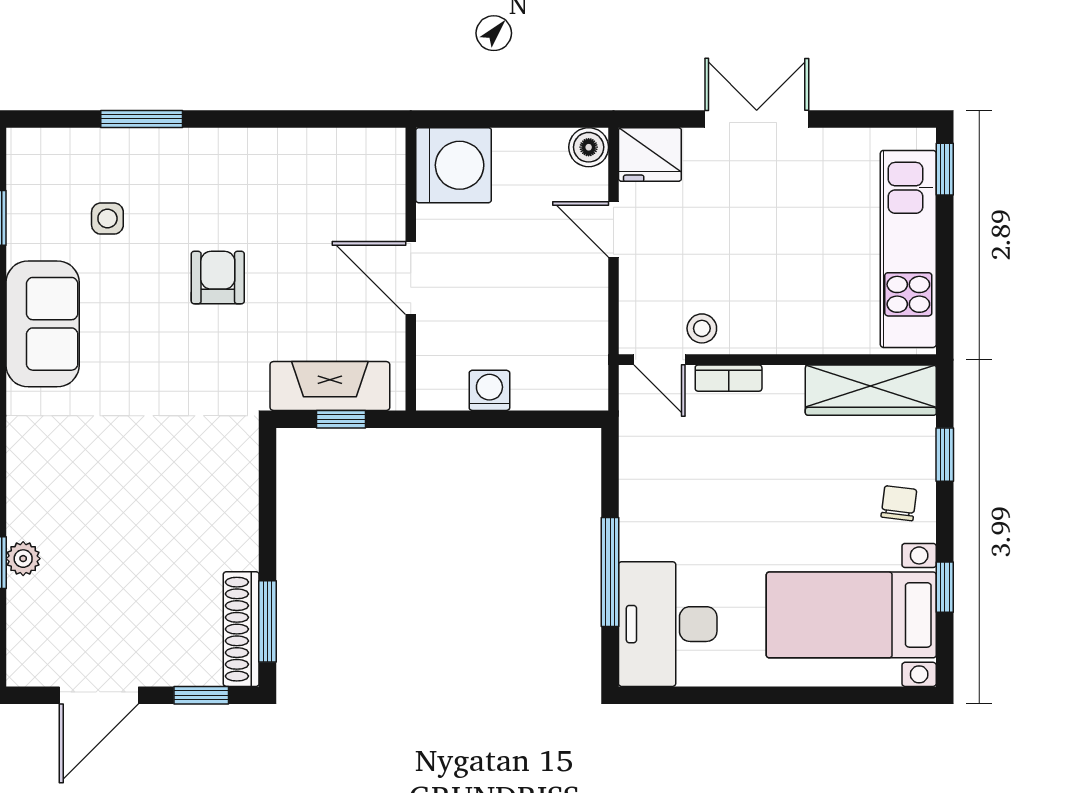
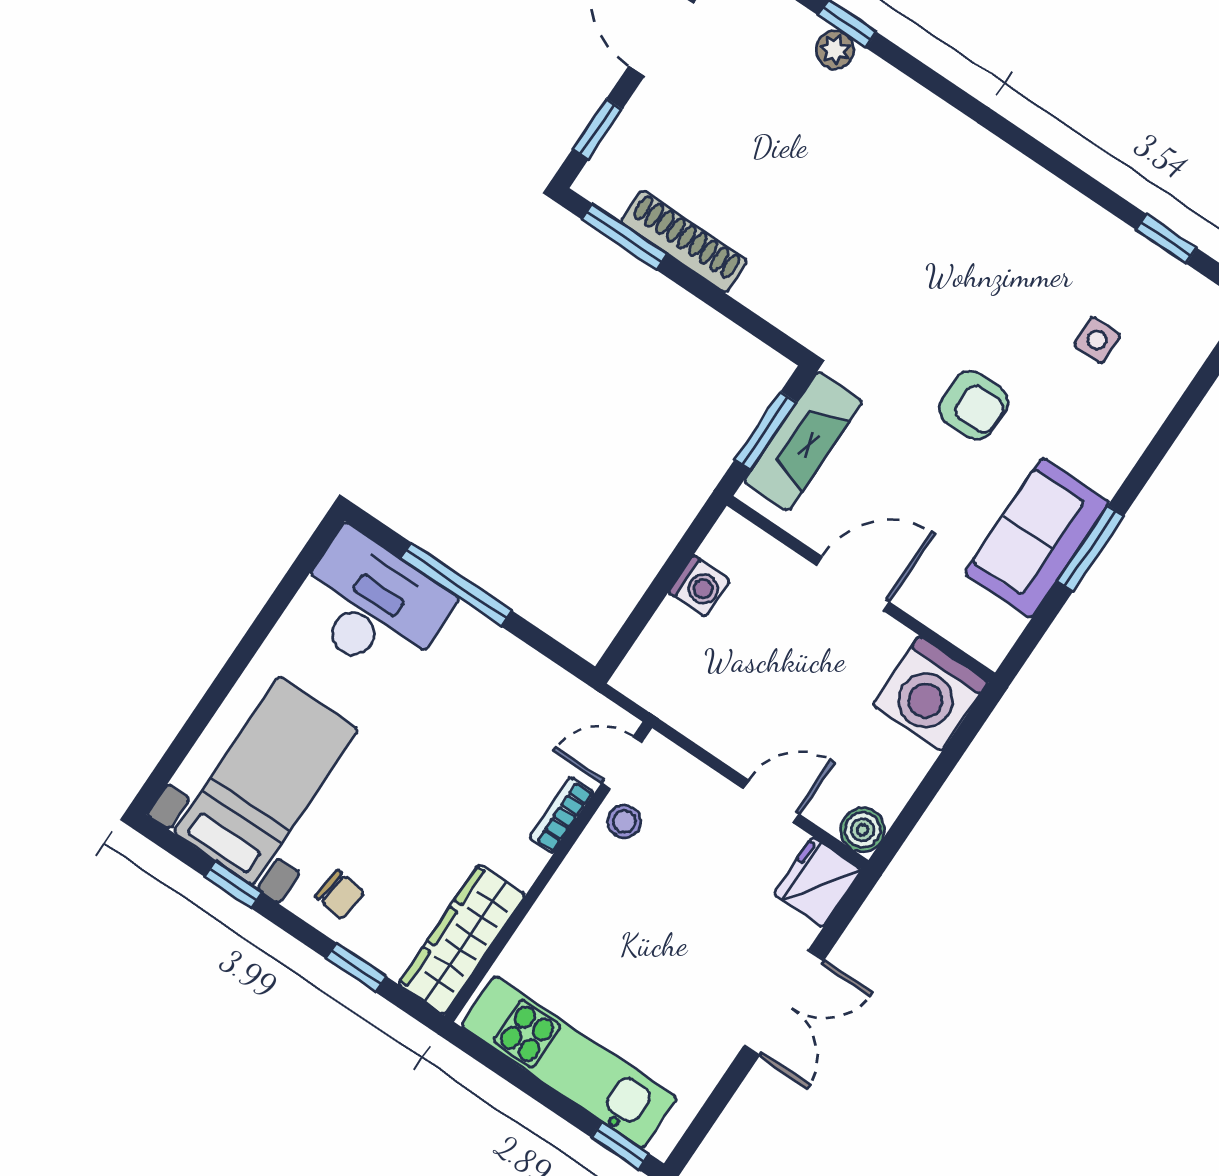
window: (142, 119) -> (1090, 548), moved
sofa: (43, 324) -> (1037, 538), moved, turned 90
window: (341, 419) -> (766, 431), width x1.50
shoe rack: (241, 629) -> (684, 241), moved

